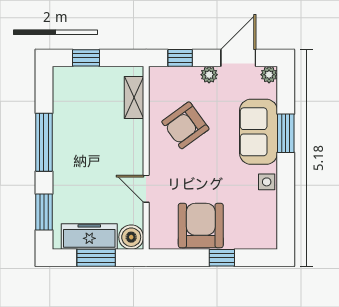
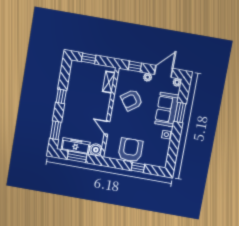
window: (44, 142) -> (61, 96), width x0.46

